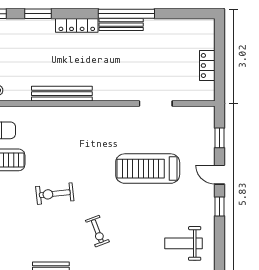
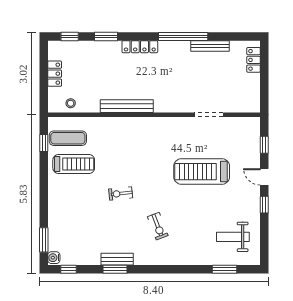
bench: (121, 25) -> (210, 46), moved
locker: (207, 66) -> (254, 60), moved
exercise bike: (55, 194) -> (121, 193), width x0.73, depth x0.72

